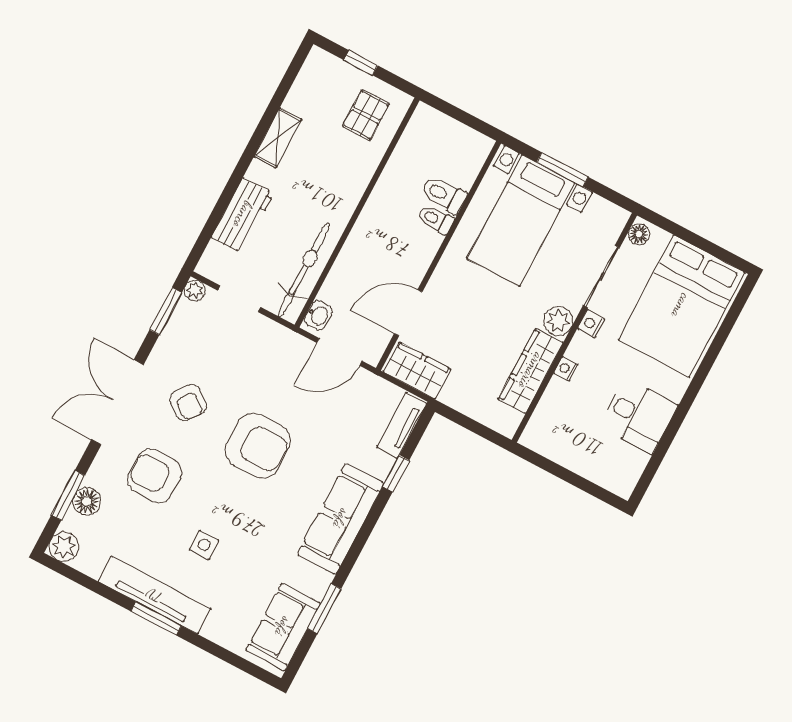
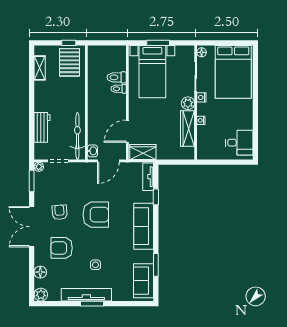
window: (361, 63) -> (69, 43), moved
pallet: (366, 115) -> (70, 62), width x1.50, depth x1.42
shelving: (278, 138) -> (40, 68), moved
armchair: (188, 403) -> (60, 212), turned -133
desk: (639, 416) -> (239, 143), moved
window: (68, 495) -> (32, 274), removed

